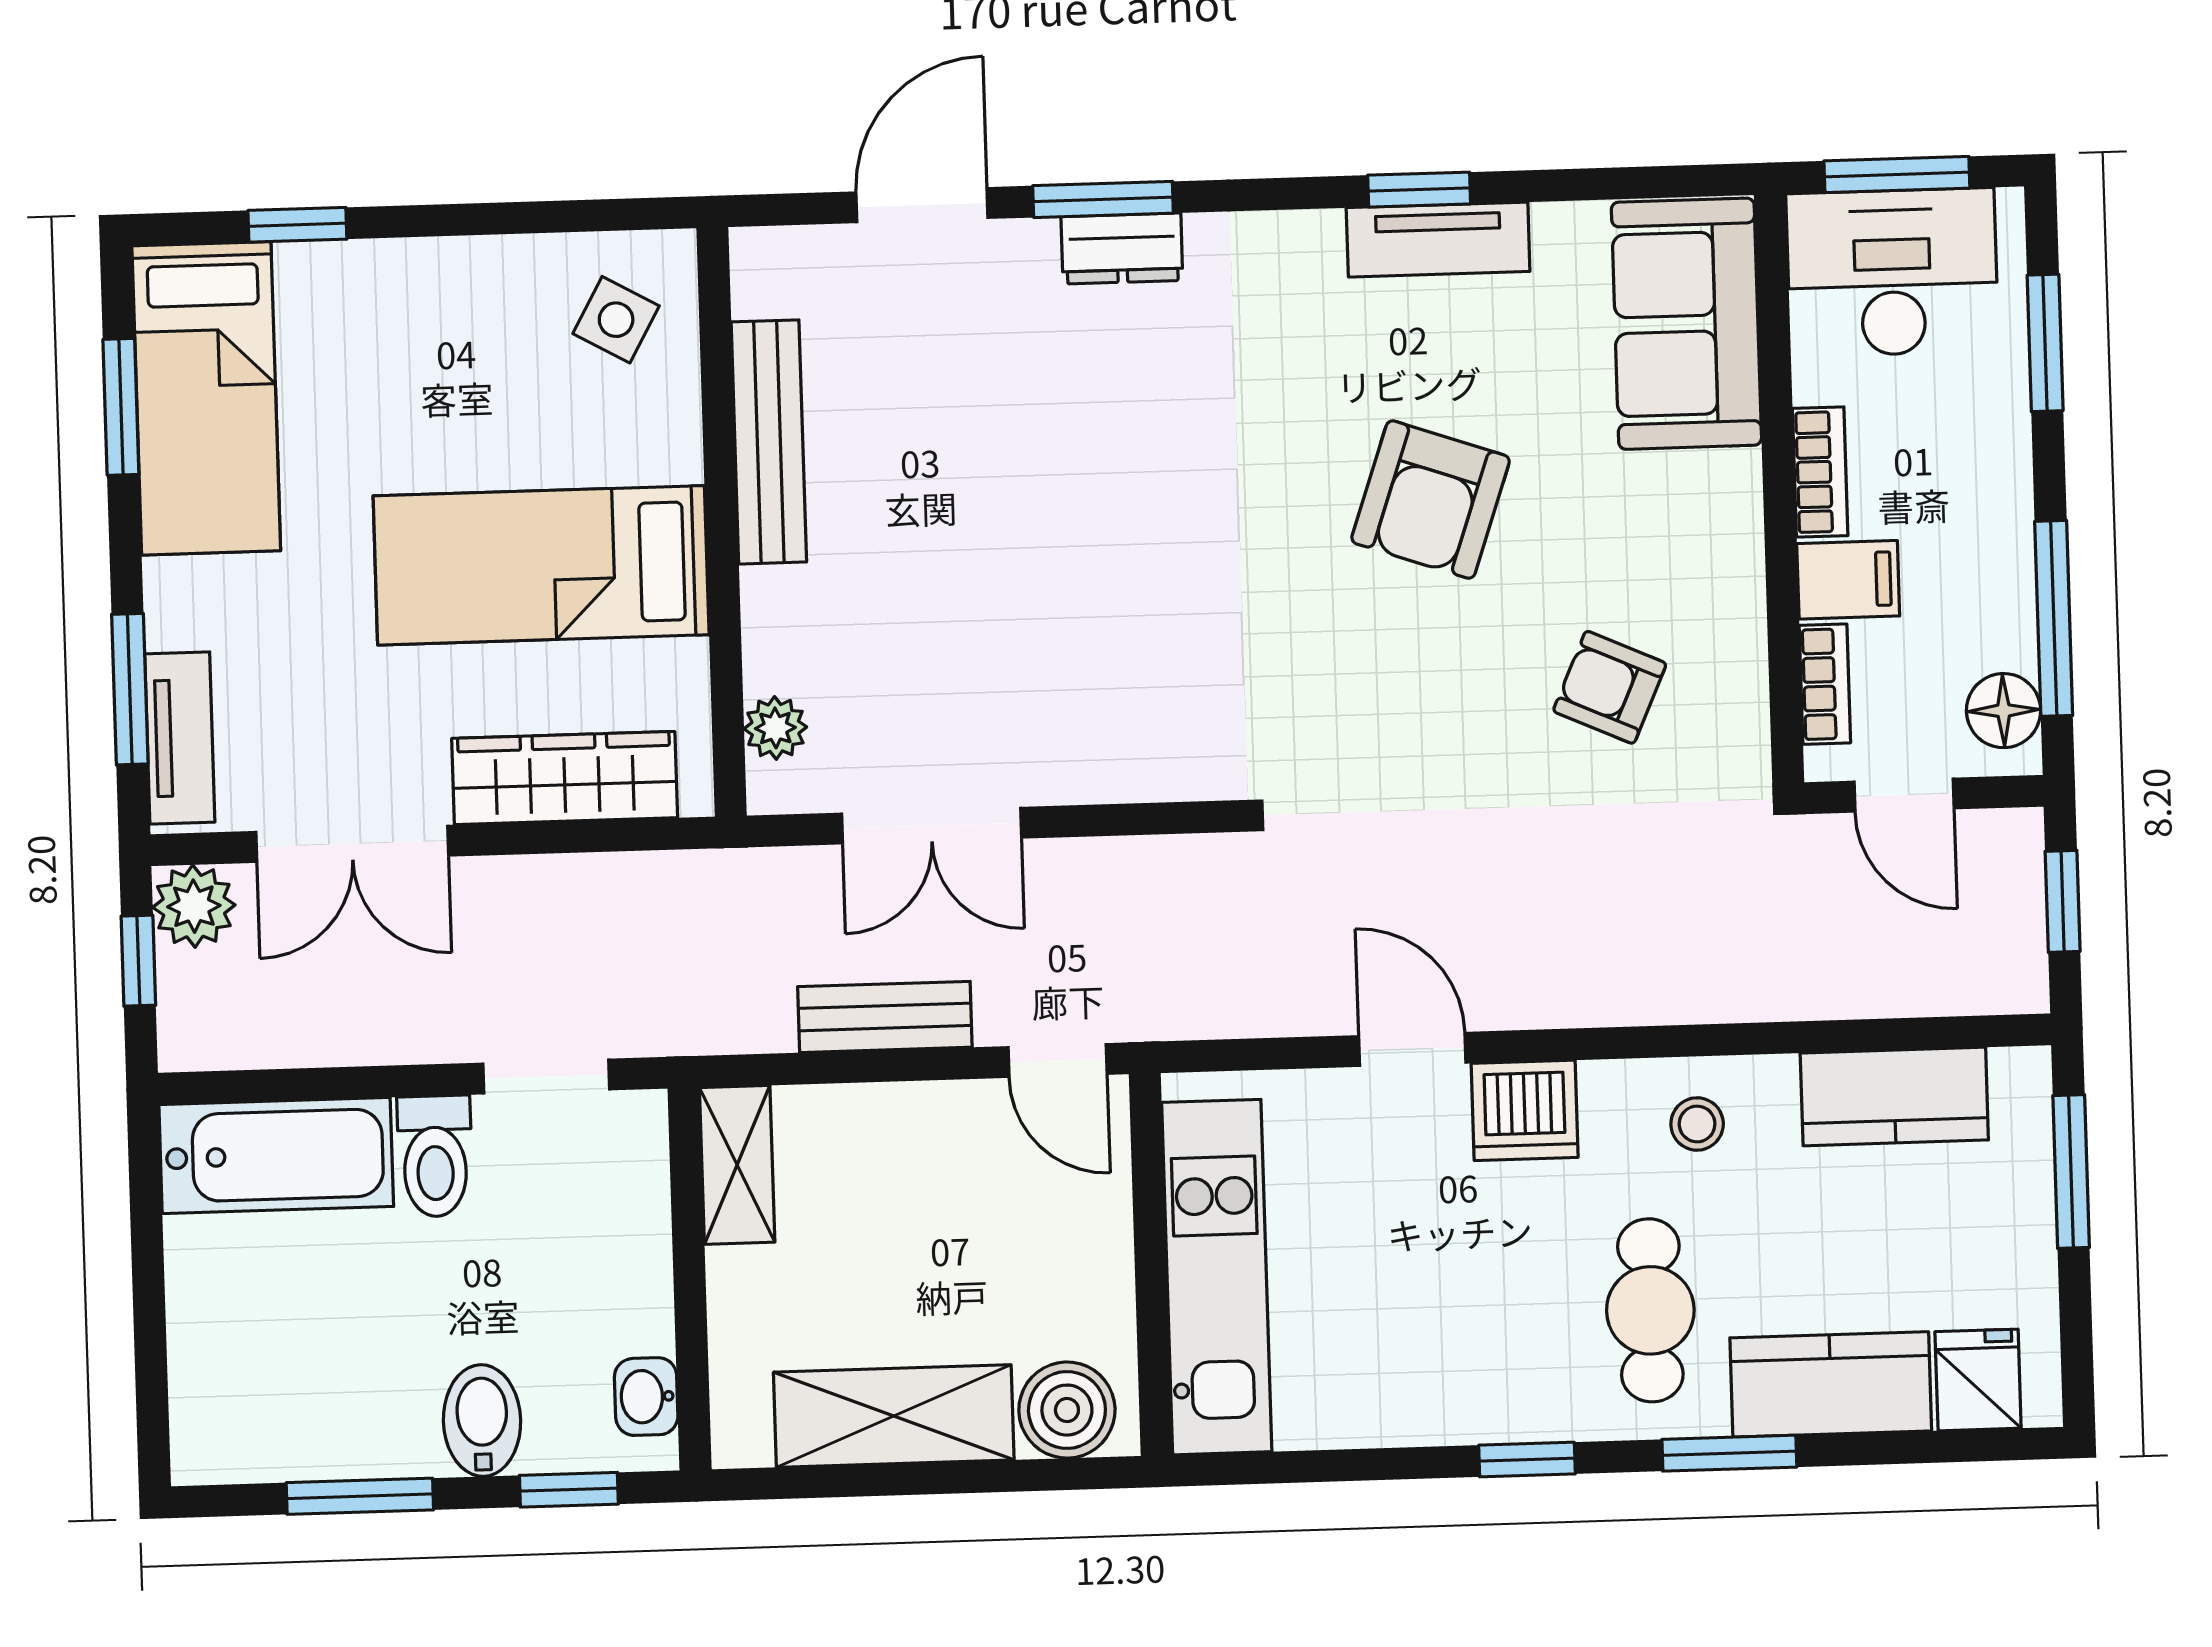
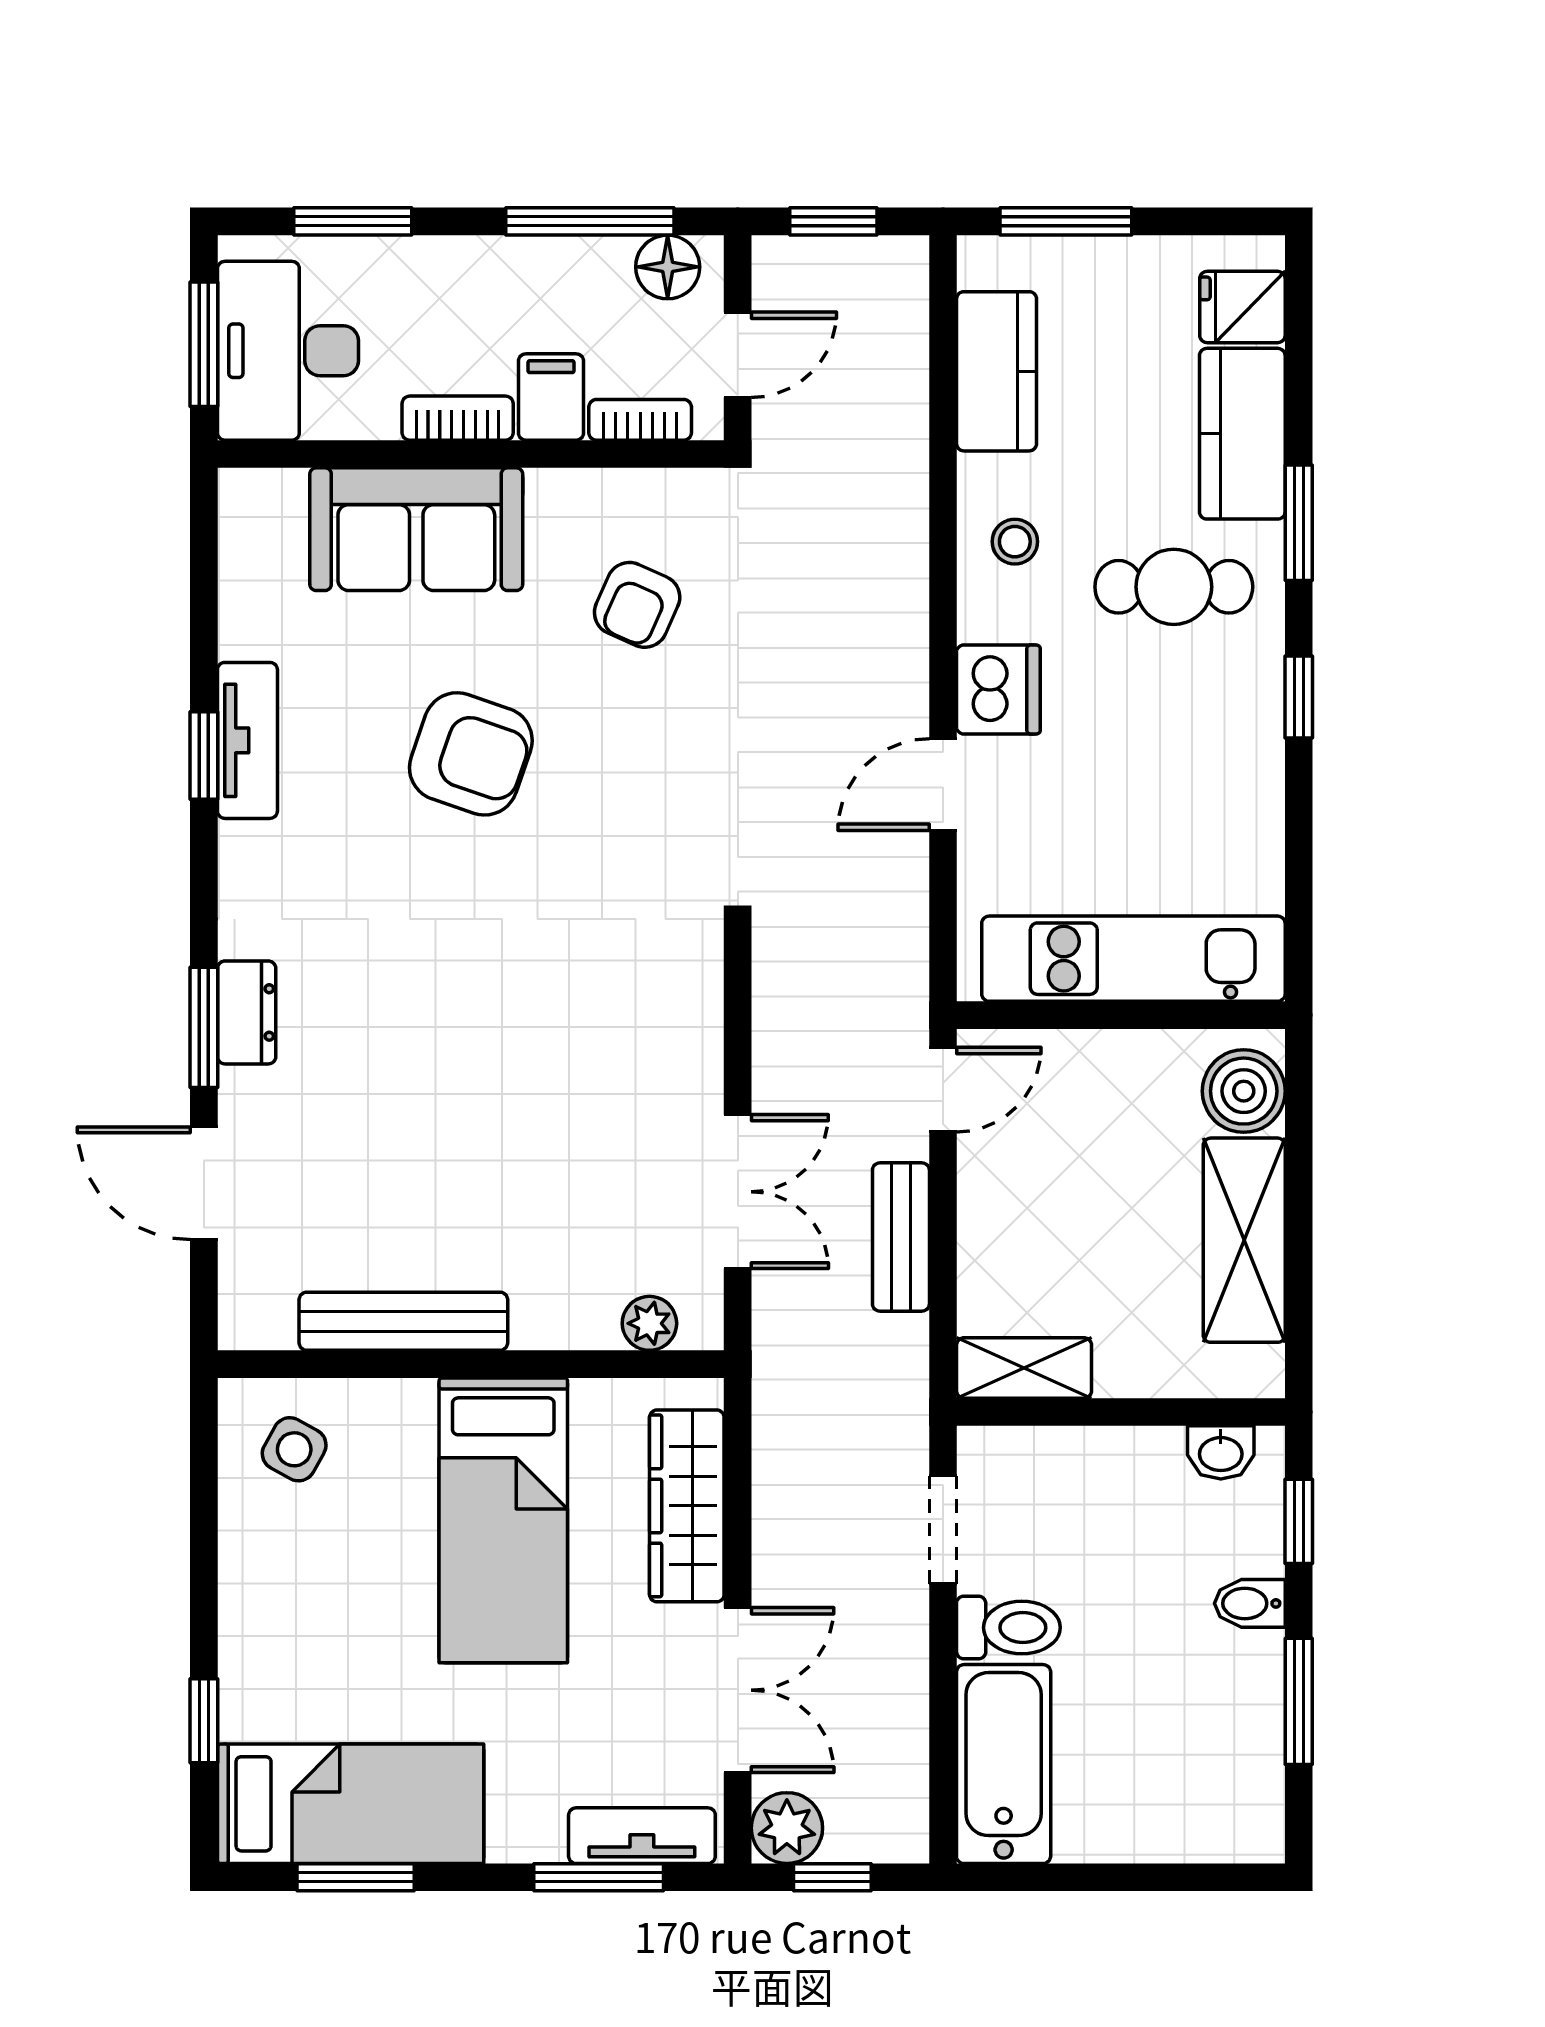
sofa: (1686, 324) -> (416, 529), moved
bidet: (482, 1421) -> (1250, 1603), width x0.72, depth x0.74

